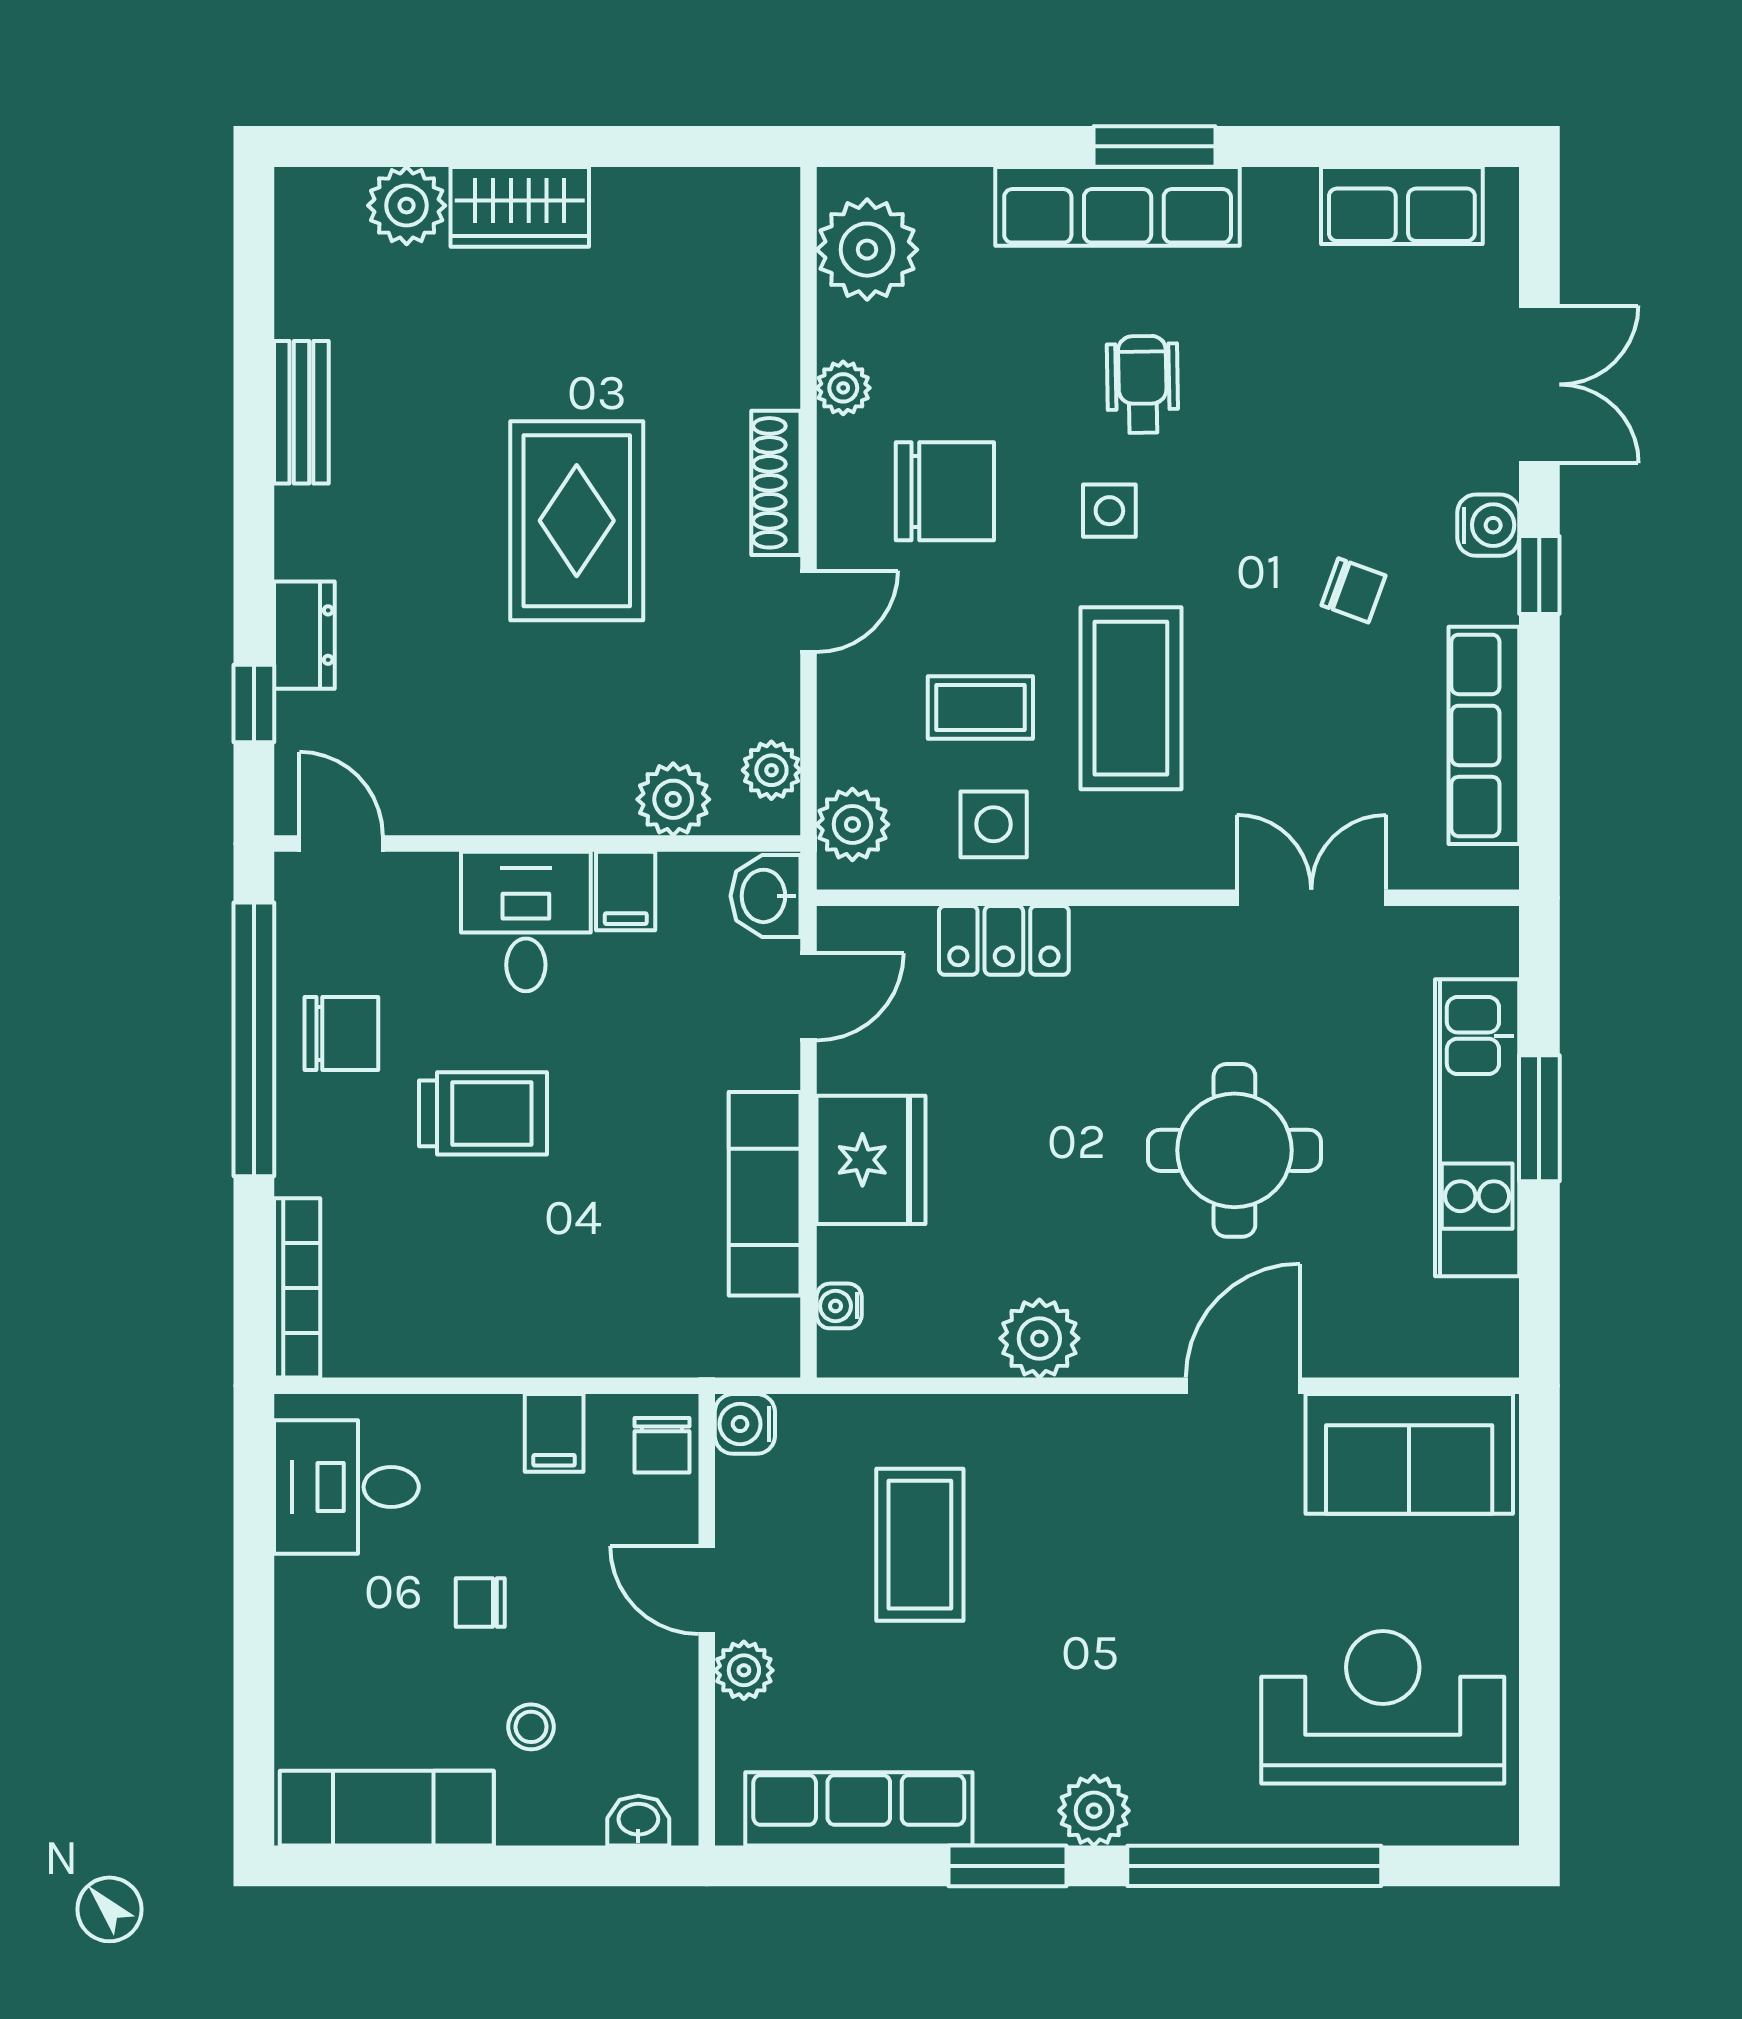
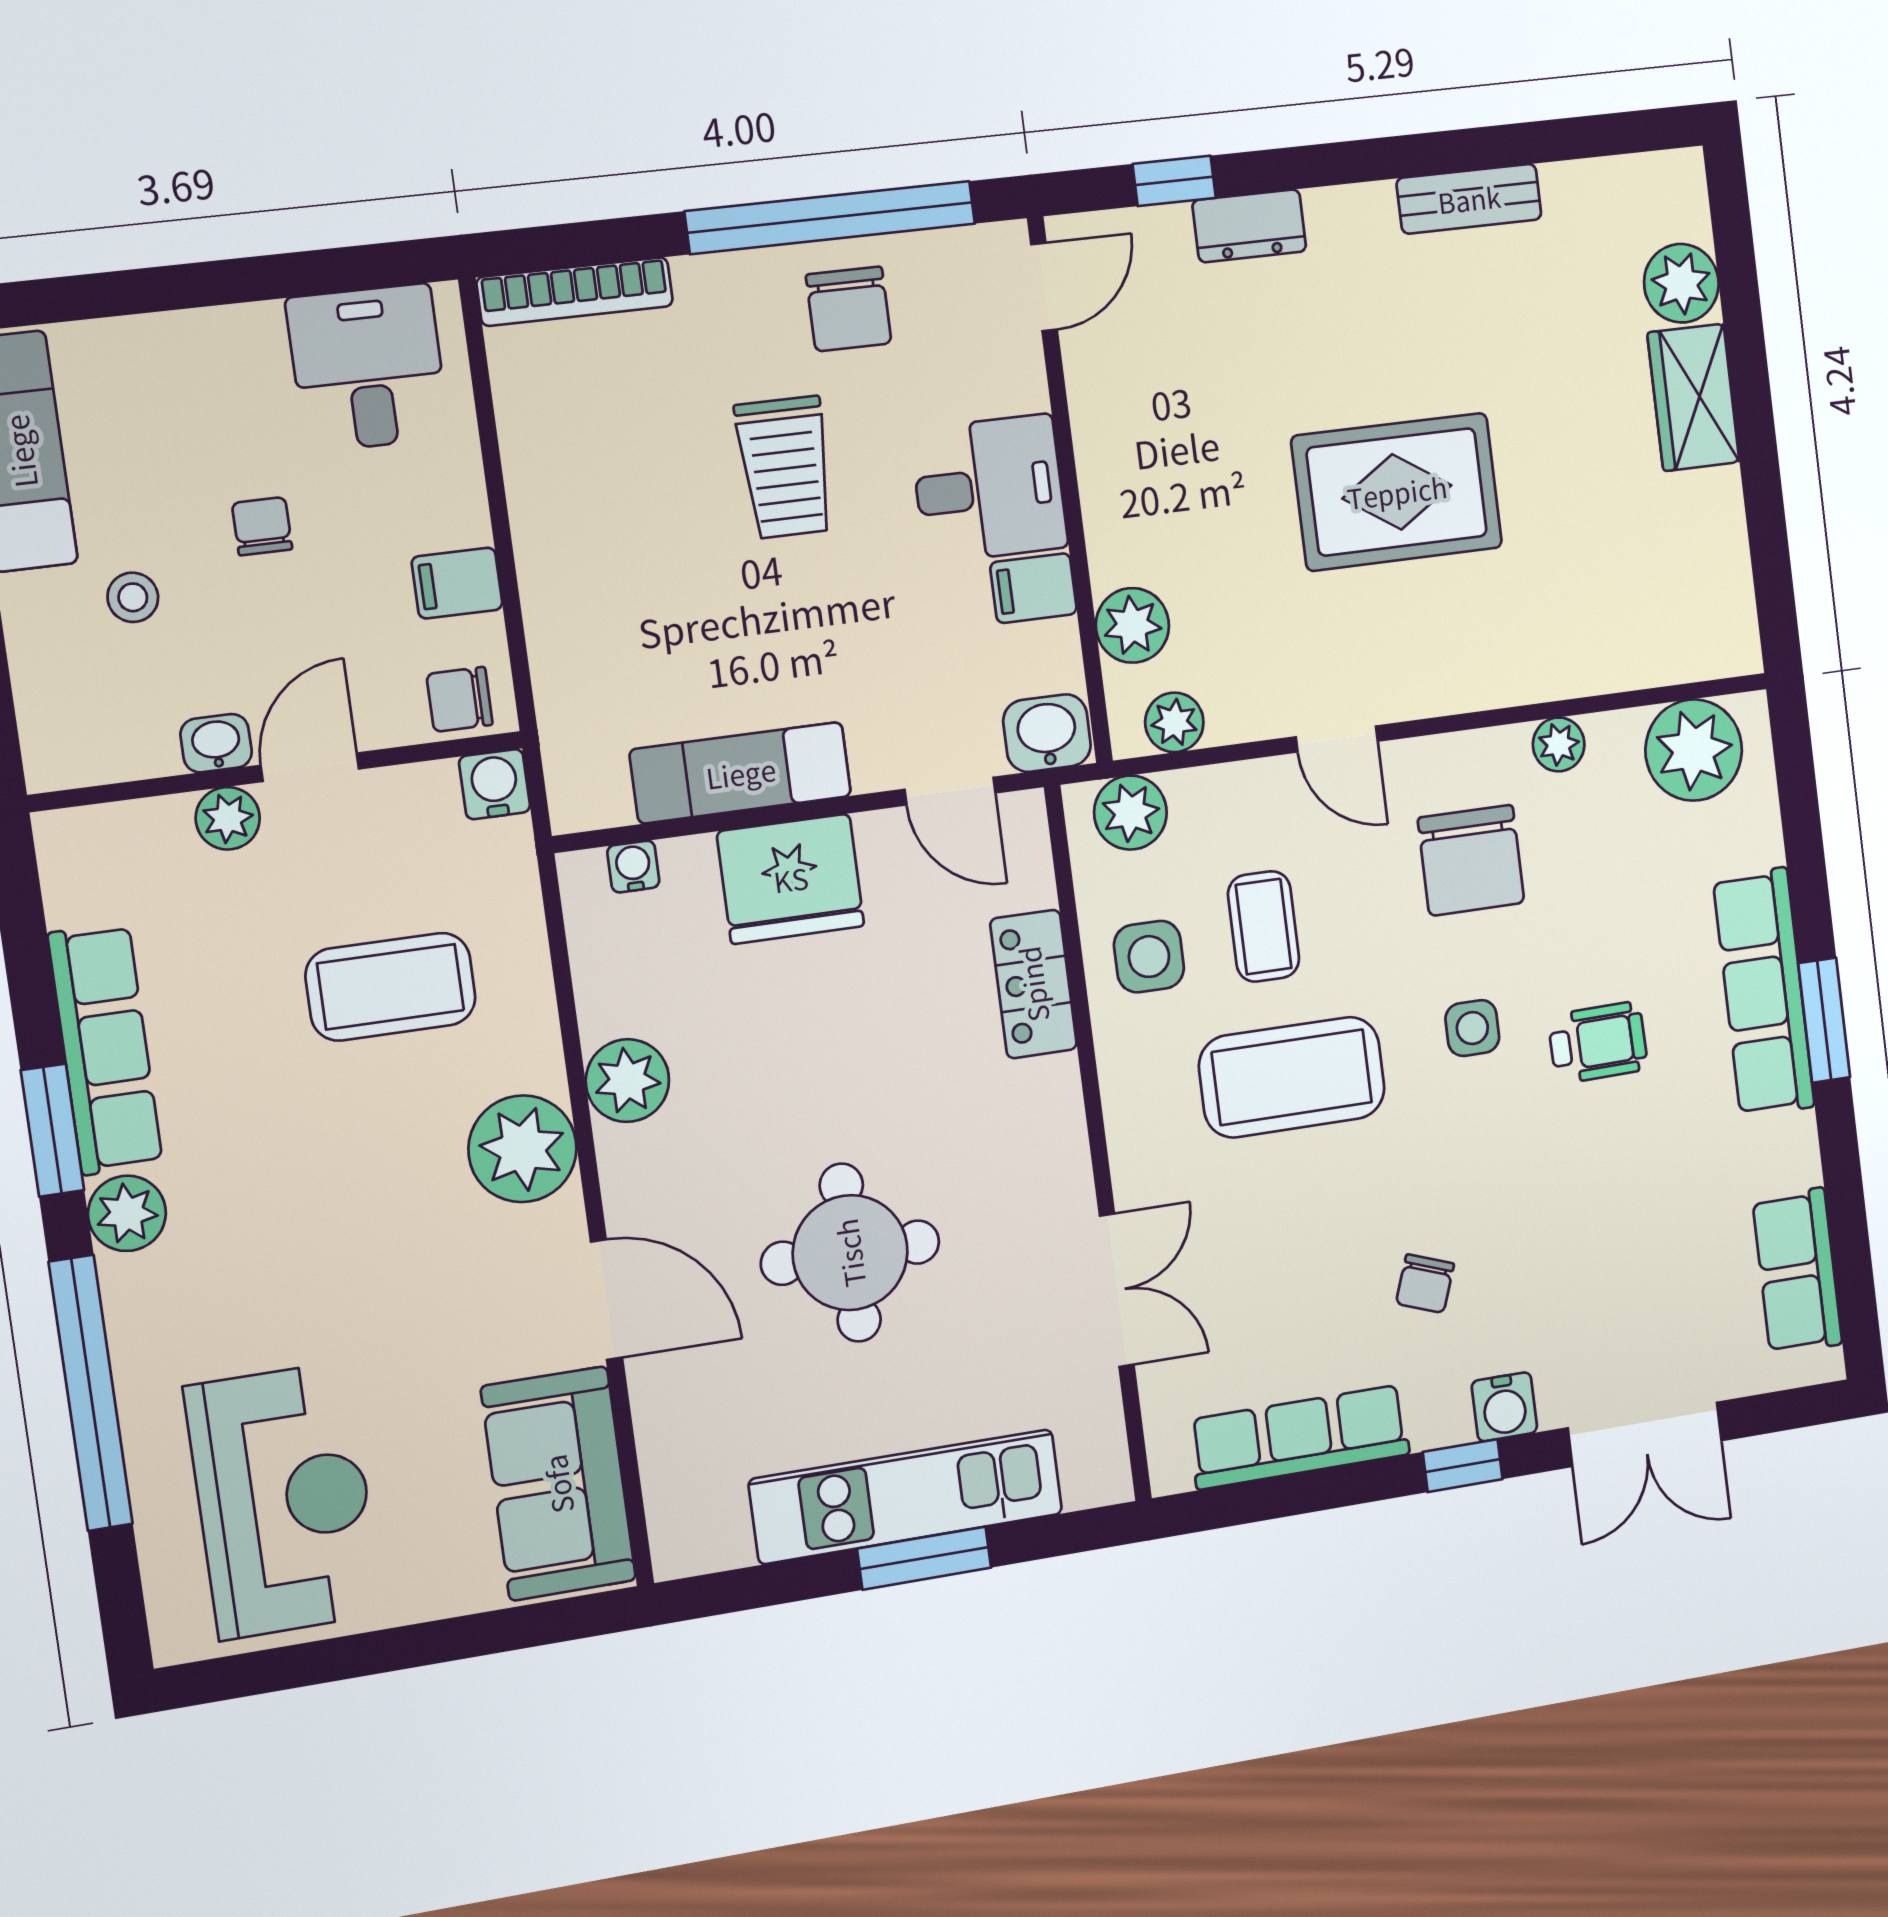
shoe rack: (776, 483) -> (1459, 689), removed
plant: (1089, 1444) -> (522, 1149), added
row of seats: (859, 1809) -> (105, 1049), moved
washbasin: (638, 1821) -> (216, 743), moved, turned -90

